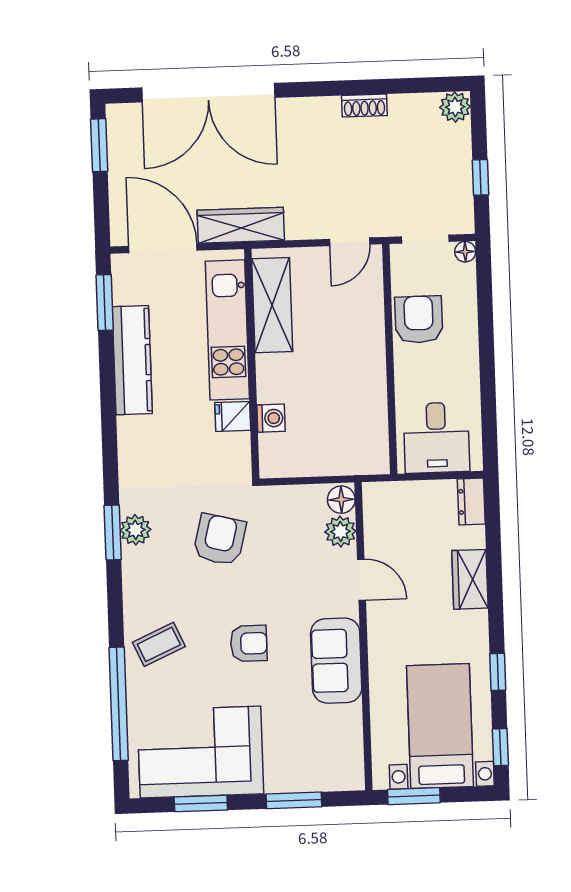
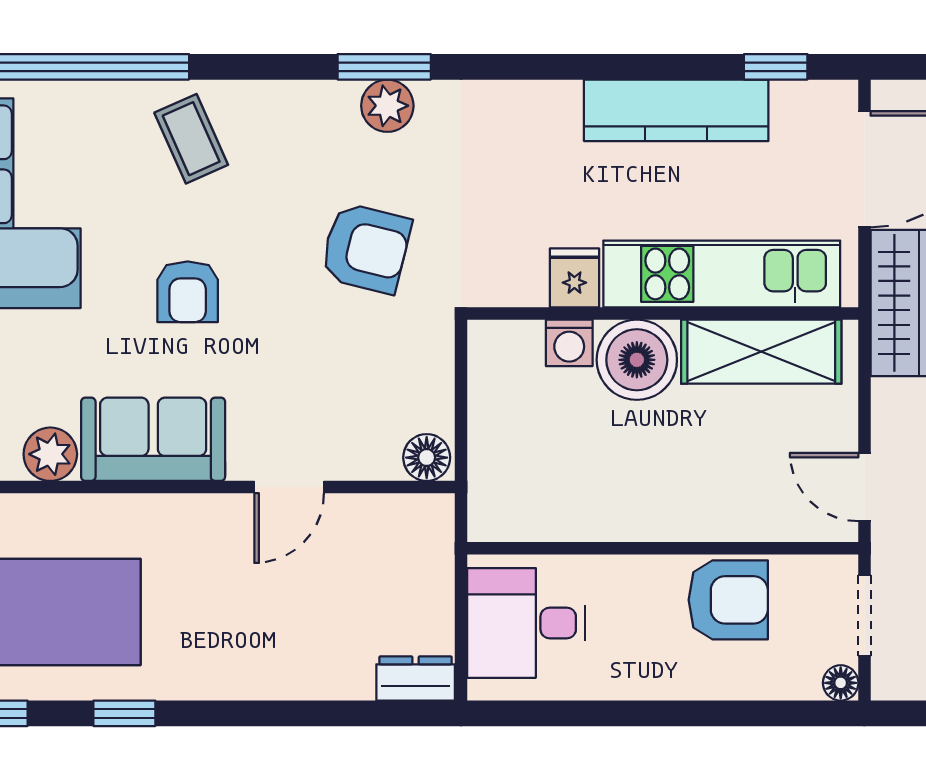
window: (105, 303) -> (776, 67), width x0.67
boiler: (280, 378) -> (637, 360), added
plant: (340, 532) -> (50, 454), moved
wardrobe: (470, 579) -> (283, 671), removed

